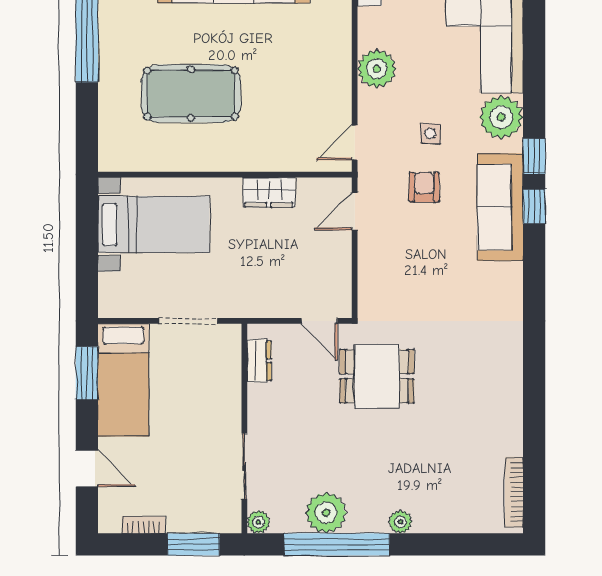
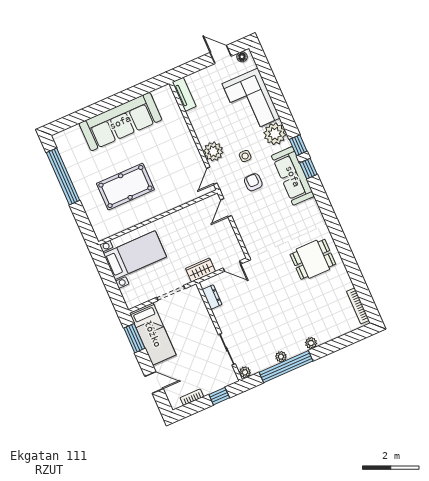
plant: (377, 69) -> (213, 151), moved
wardrobe: (269, 192) -> (201, 270), moved, turned 180
dining table: (377, 376) -> (313, 259), moved
plant: (326, 513) -> (281, 357), width x0.53, depth x0.53
window: (193, 544) -> (219, 396), width x0.67

